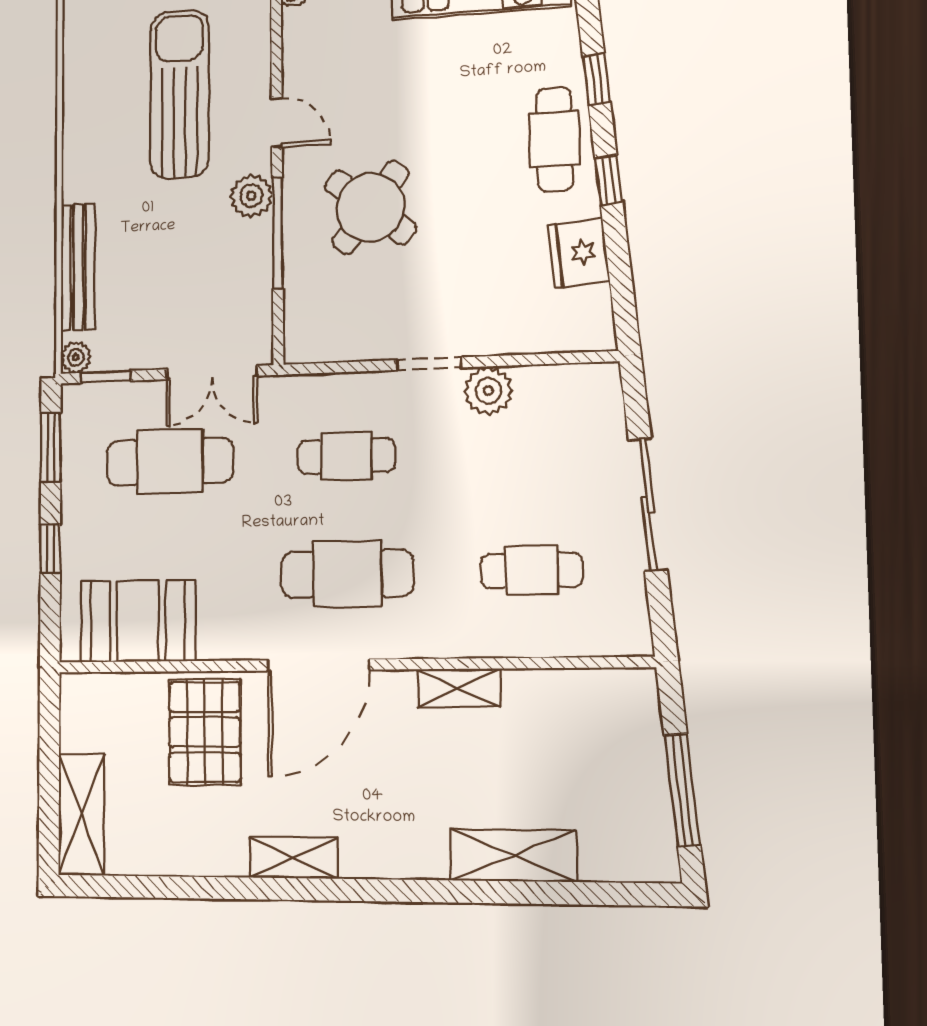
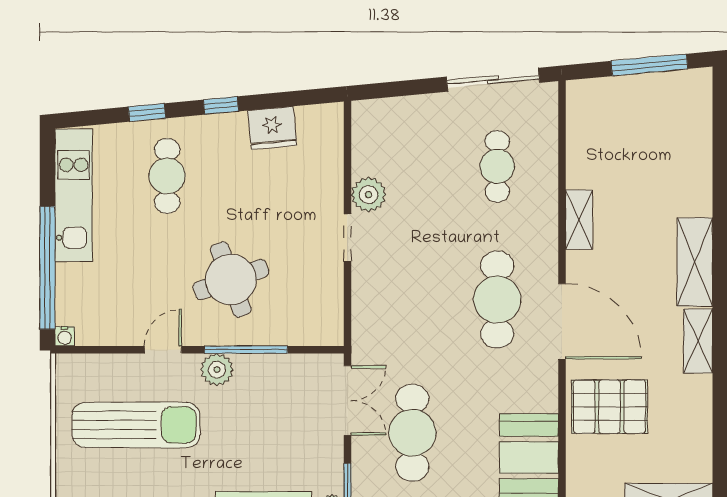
sun lounger: (180, 94) -> (136, 425), turned 180
cafe table: (554, 139) -> (167, 176), moved, turned 90
round table: (370, 207) -> (231, 279), turned 32
cafe table: (346, 456) -> (412, 300), removed
sliding door: (648, 505) -> (493, 80), moved
shelving: (513, 855) -> (695, 262), moved

